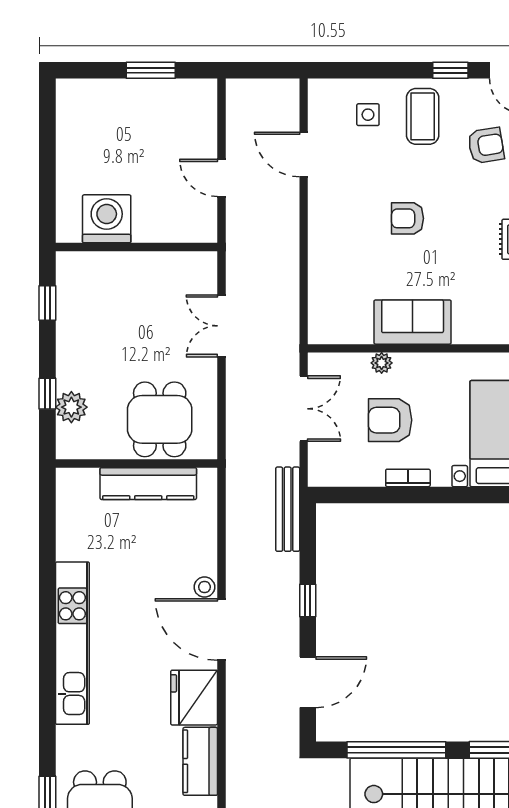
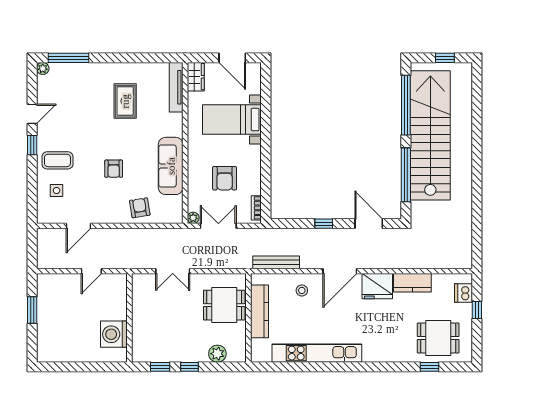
armchair: (486, 145) -> (140, 208), moved
sofa: (413, 322) -> (171, 166), width x1.36
plant: (382, 363) -> (193, 218), moved
window: (47, 394) -> (190, 367), moved
bookcase: (408, 478) -> (256, 208), moved
bench: (288, 509) -> (276, 262), moved
stool: (204, 587) -> (302, 290), moved
kitchen unit: (72, 643) -> (317, 353), moved

